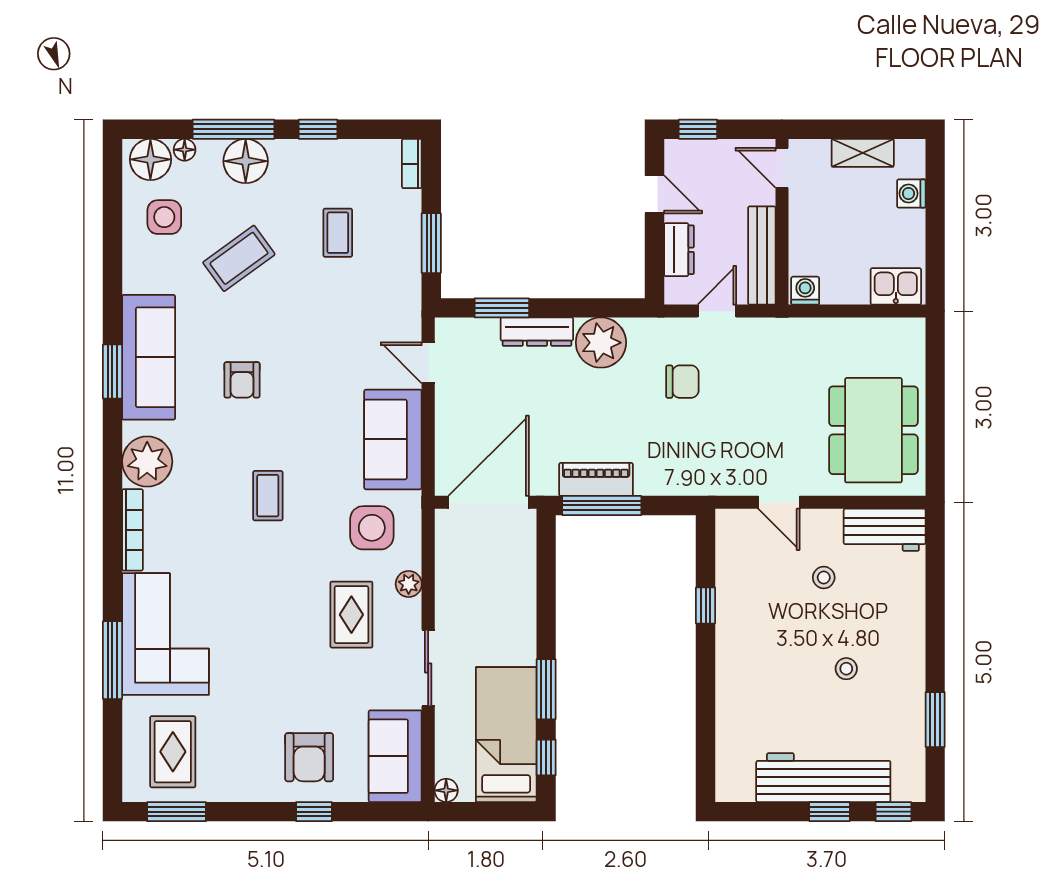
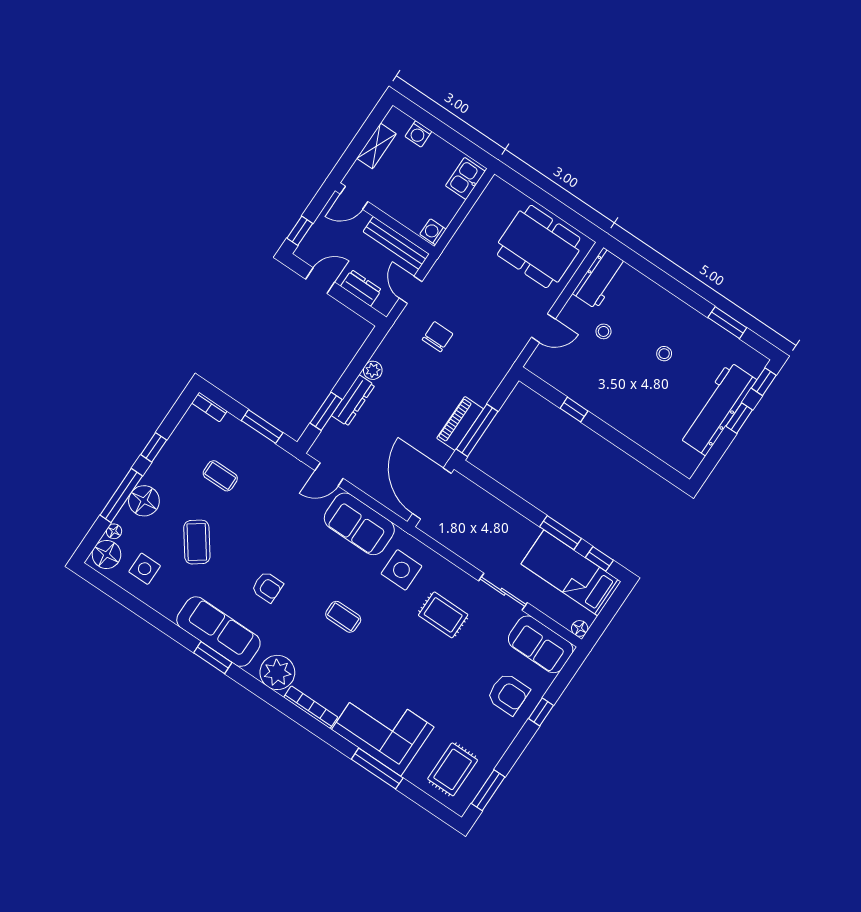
plant: (601, 343) -> (373, 370), width x0.53, depth x0.53
plant: (409, 584) -> (448, 570), removed
rug: (173, 752) -> (453, 769), turned 90

